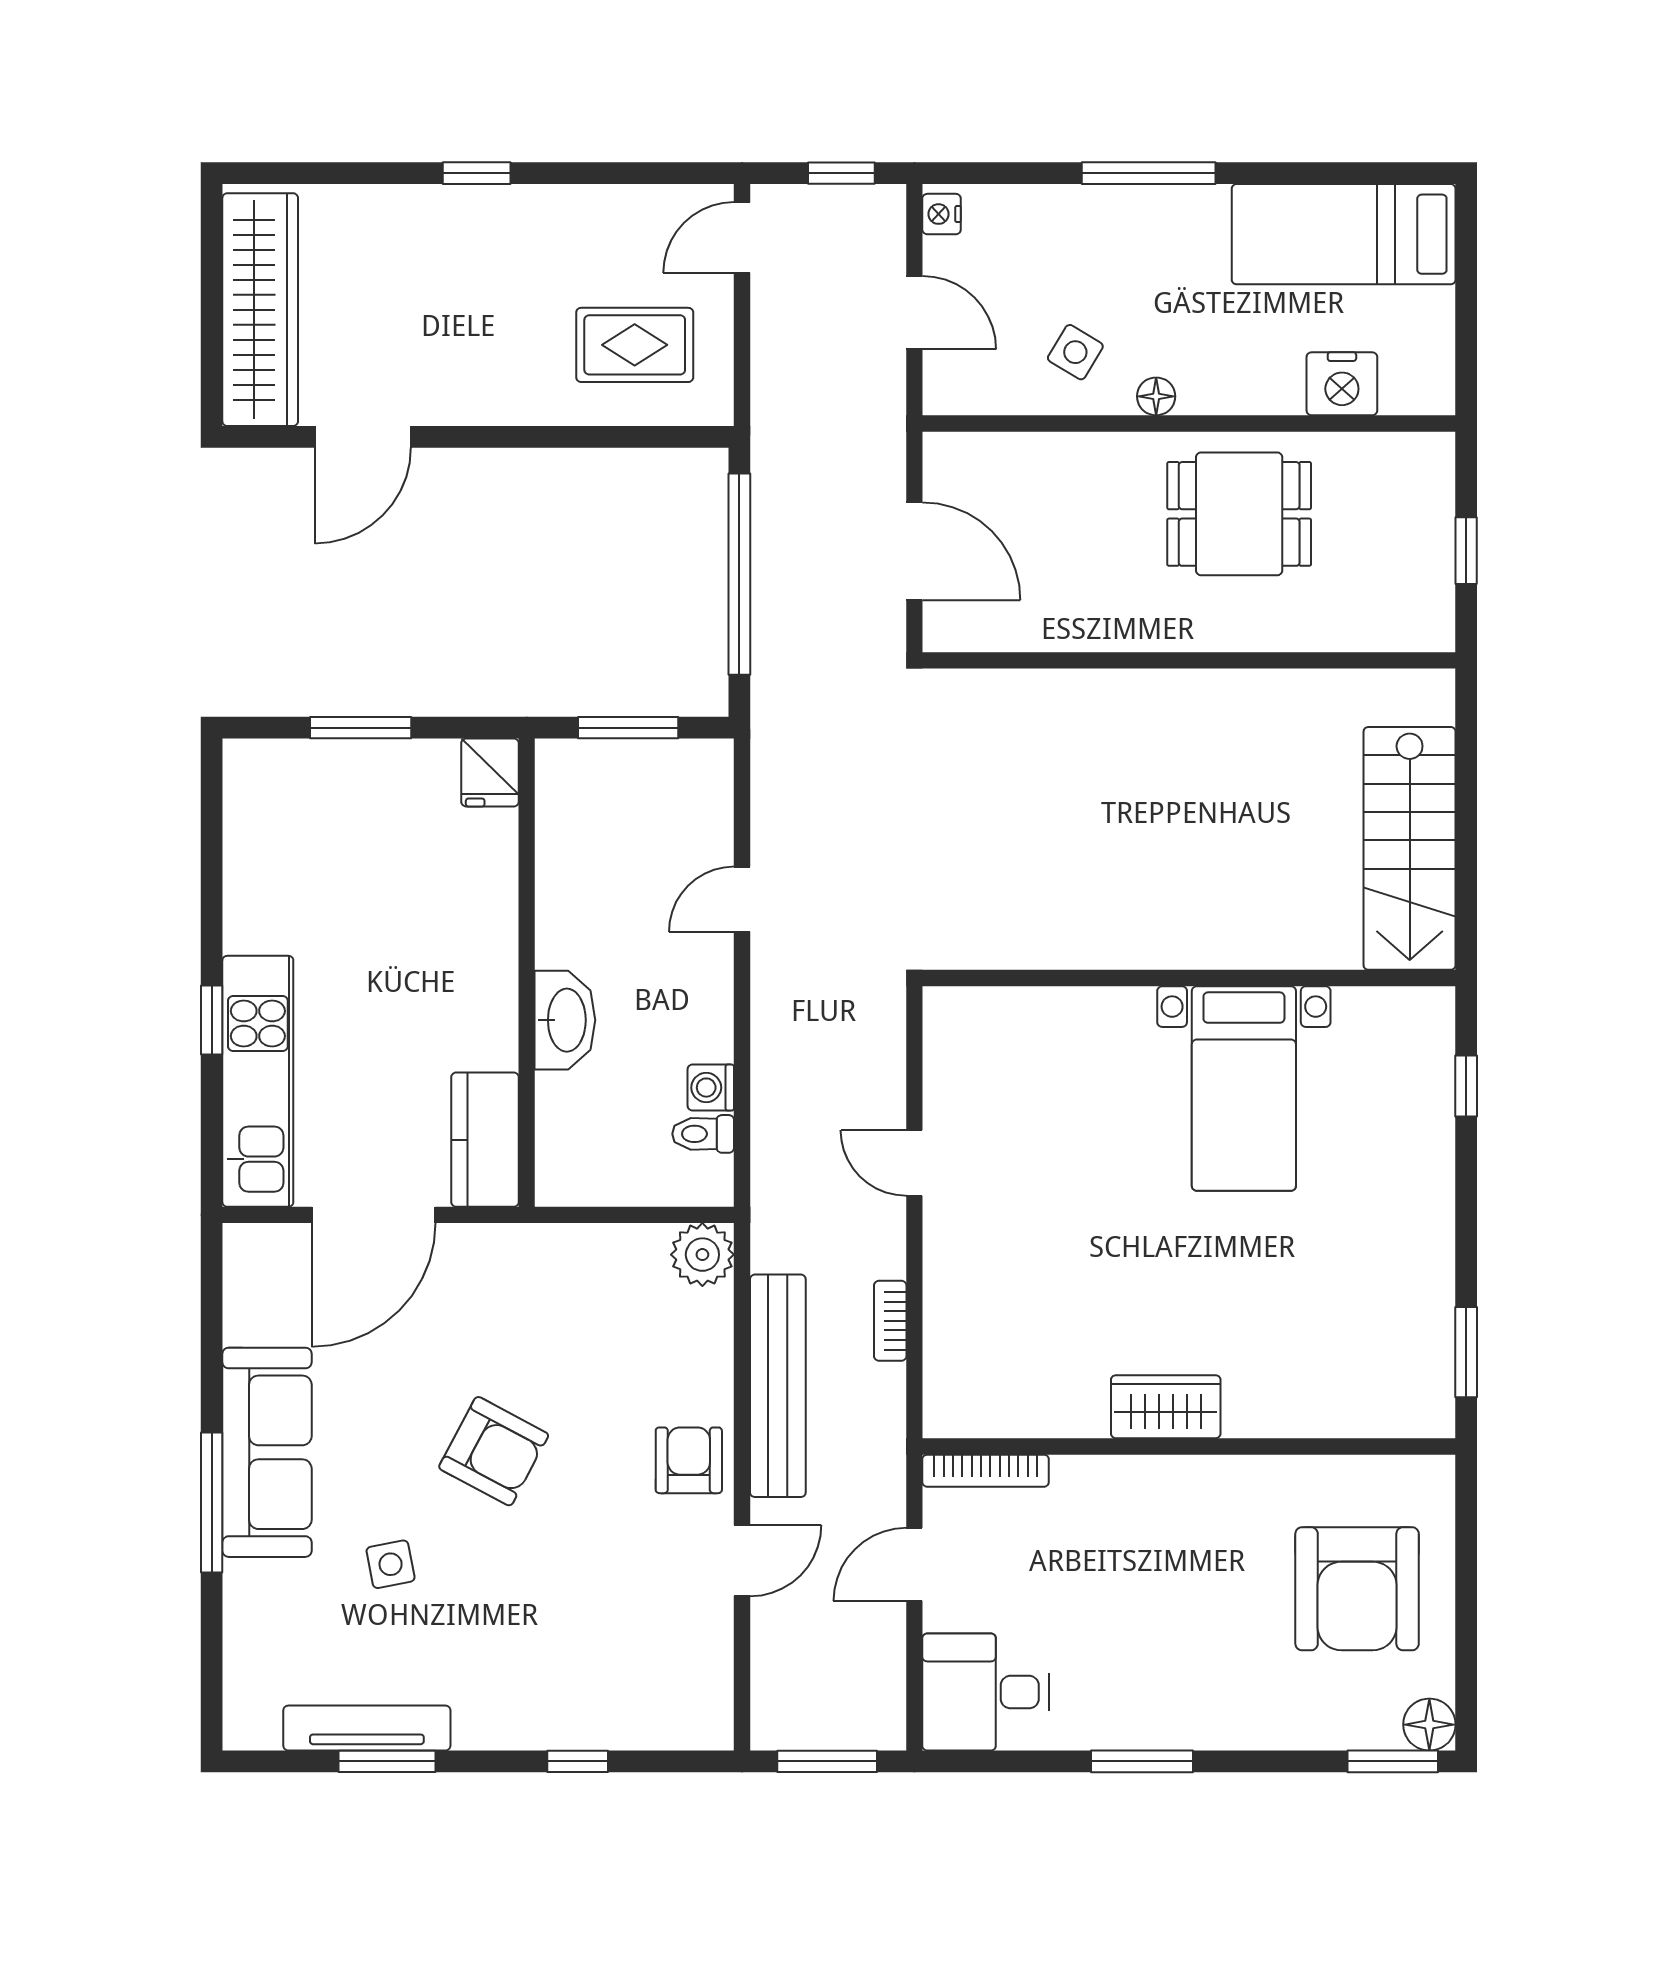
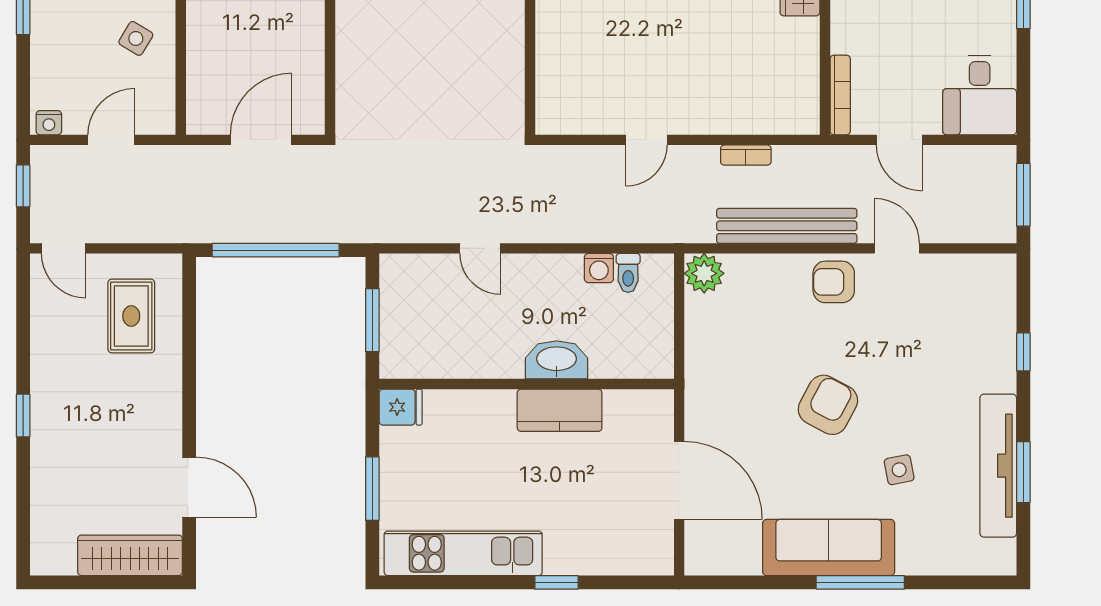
wardrobe: (260, 310) -> (130, 555), width x0.71, depth x0.85
kitchen unit: (258, 1081) -> (463, 553), moved
kitchen counter: (485, 1140) -> (560, 410), moved
tv unit: (367, 1728) -> (998, 466), width x1.36, depth x1.29

